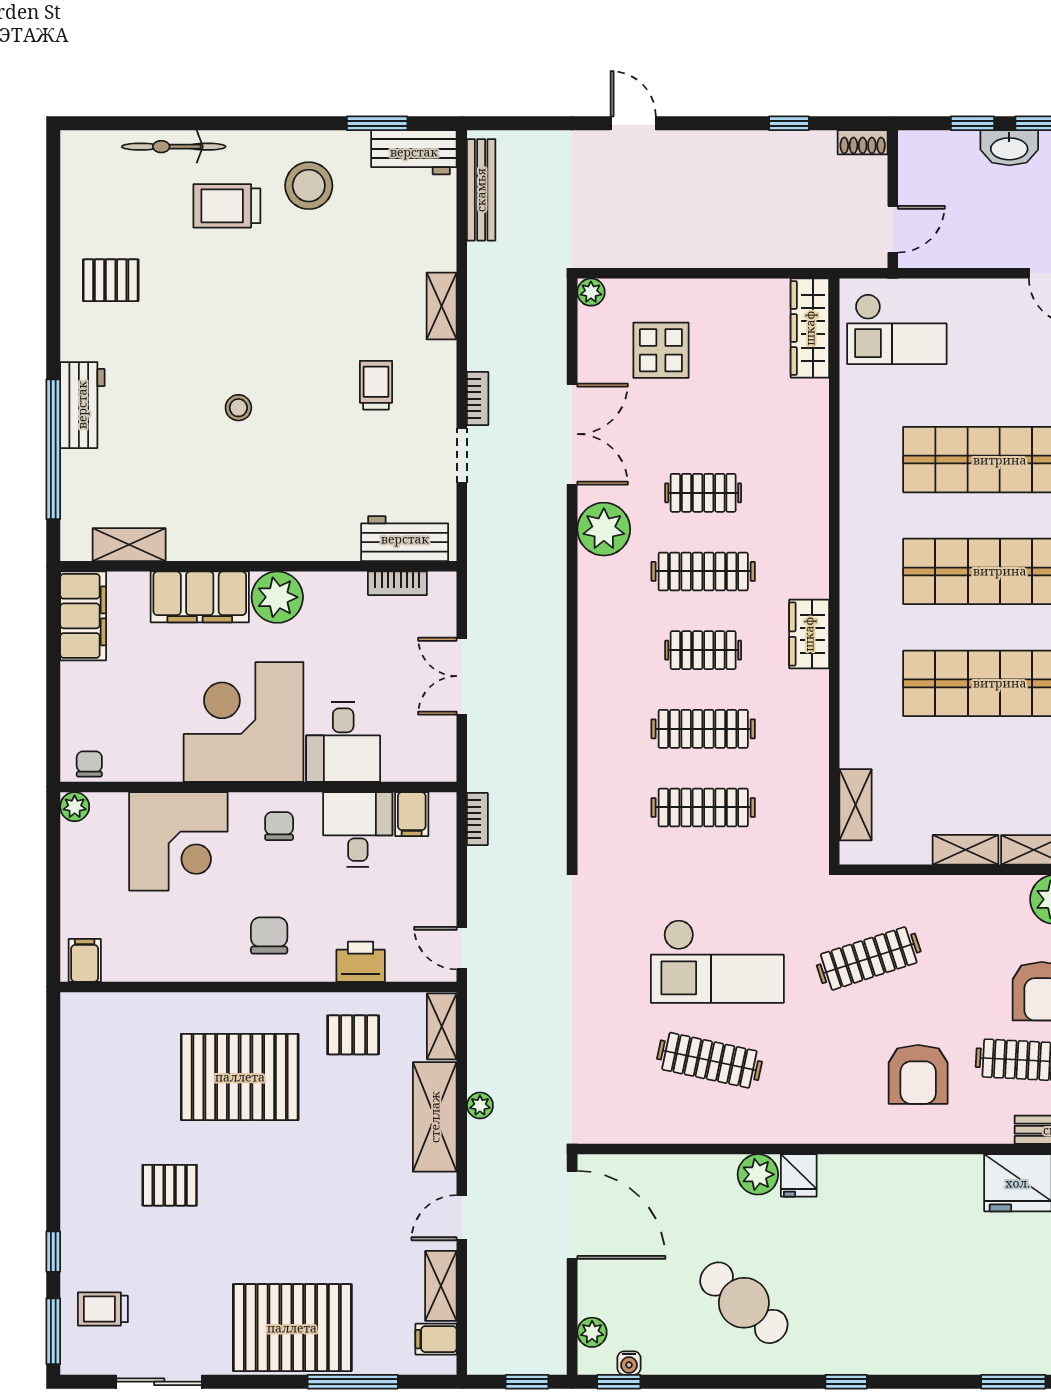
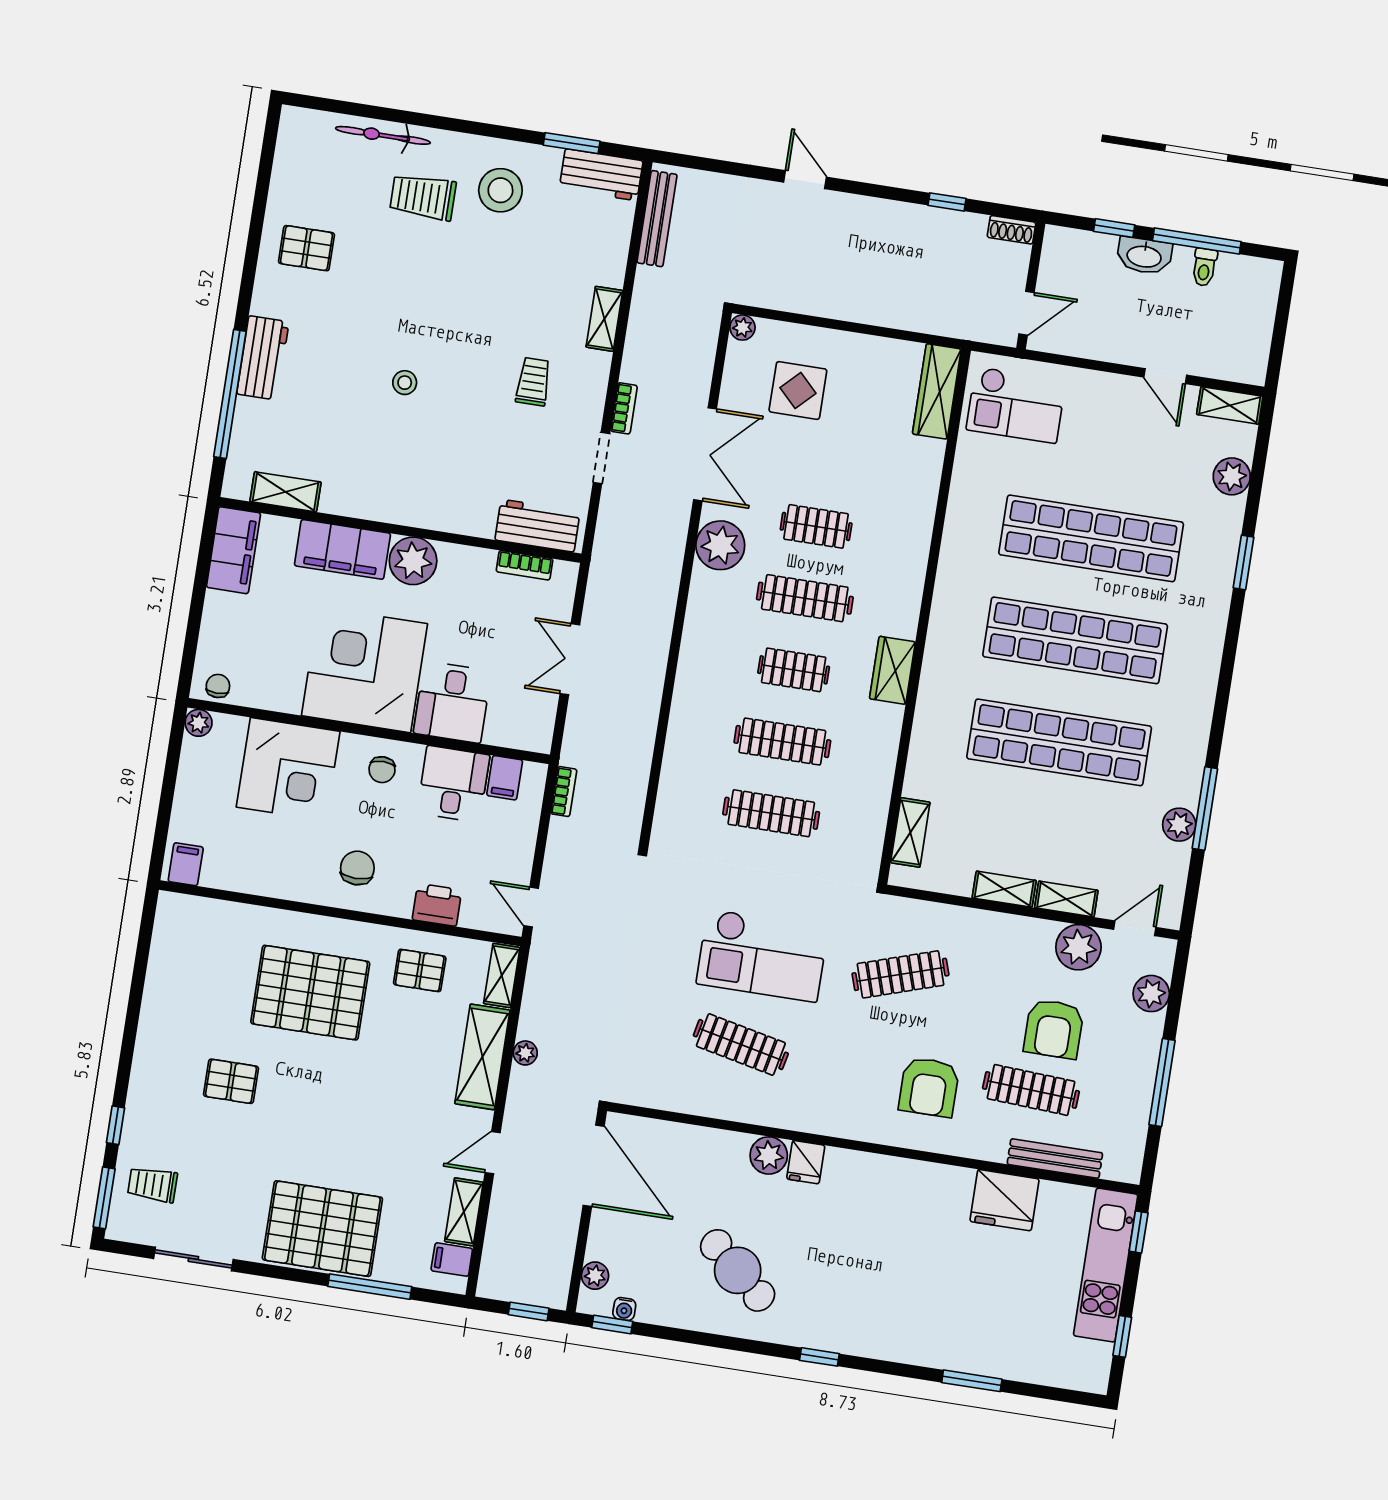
chair: (279, 826) -> (382, 770), turned 180

